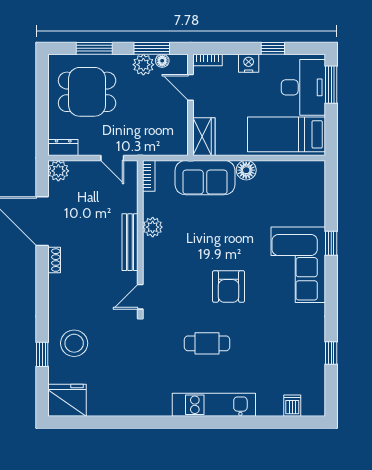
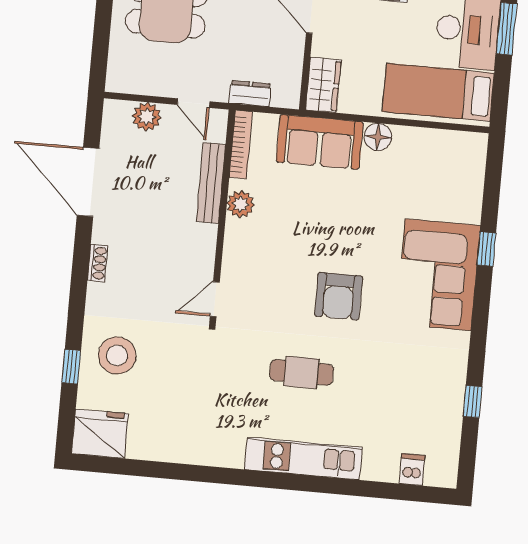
dresser: (63, 147) -> (250, 94), moved
plant: (58, 171) -> (147, 117), moved
bookcase: (149, 176) -> (241, 145), width x1.56
bench: (130, 242) -> (211, 183), moved
shoe rack: (54, 260) -> (98, 263), moved

